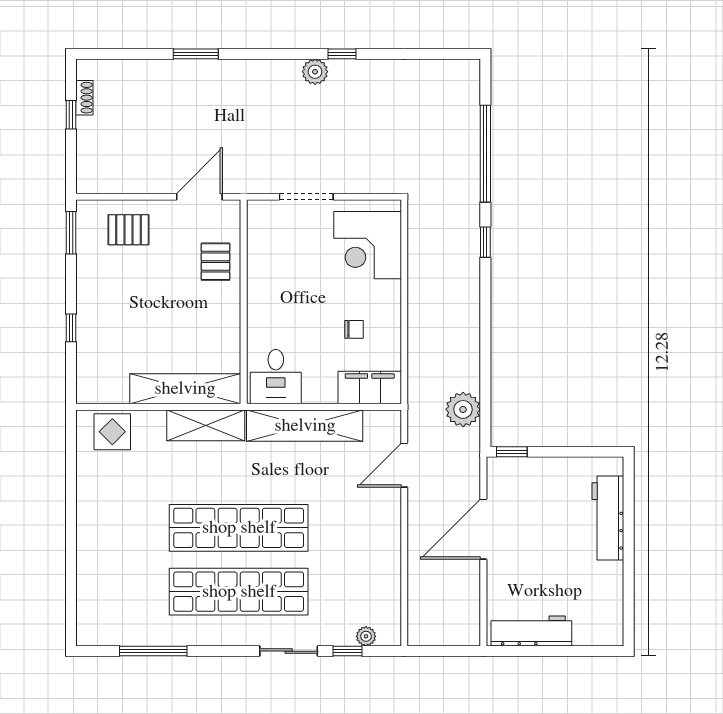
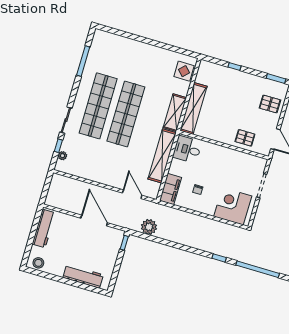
pallet: (129, 230) -> (270, 104), turned 90
stool: (607, 621) -> (38, 263), added

